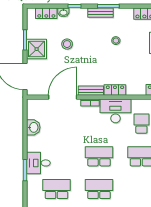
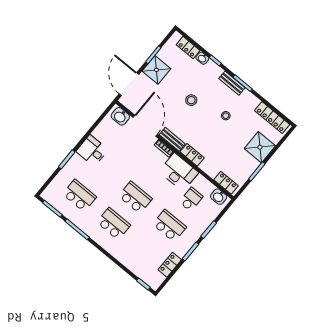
stool: (67, 44) -> (191, 100), moved
door: (63, 97) -> (145, 126), hinge flipped
washbasin: (33, 127) -> (120, 116), moved, turned 90
desk: (38, 163) -> (92, 151), moved

